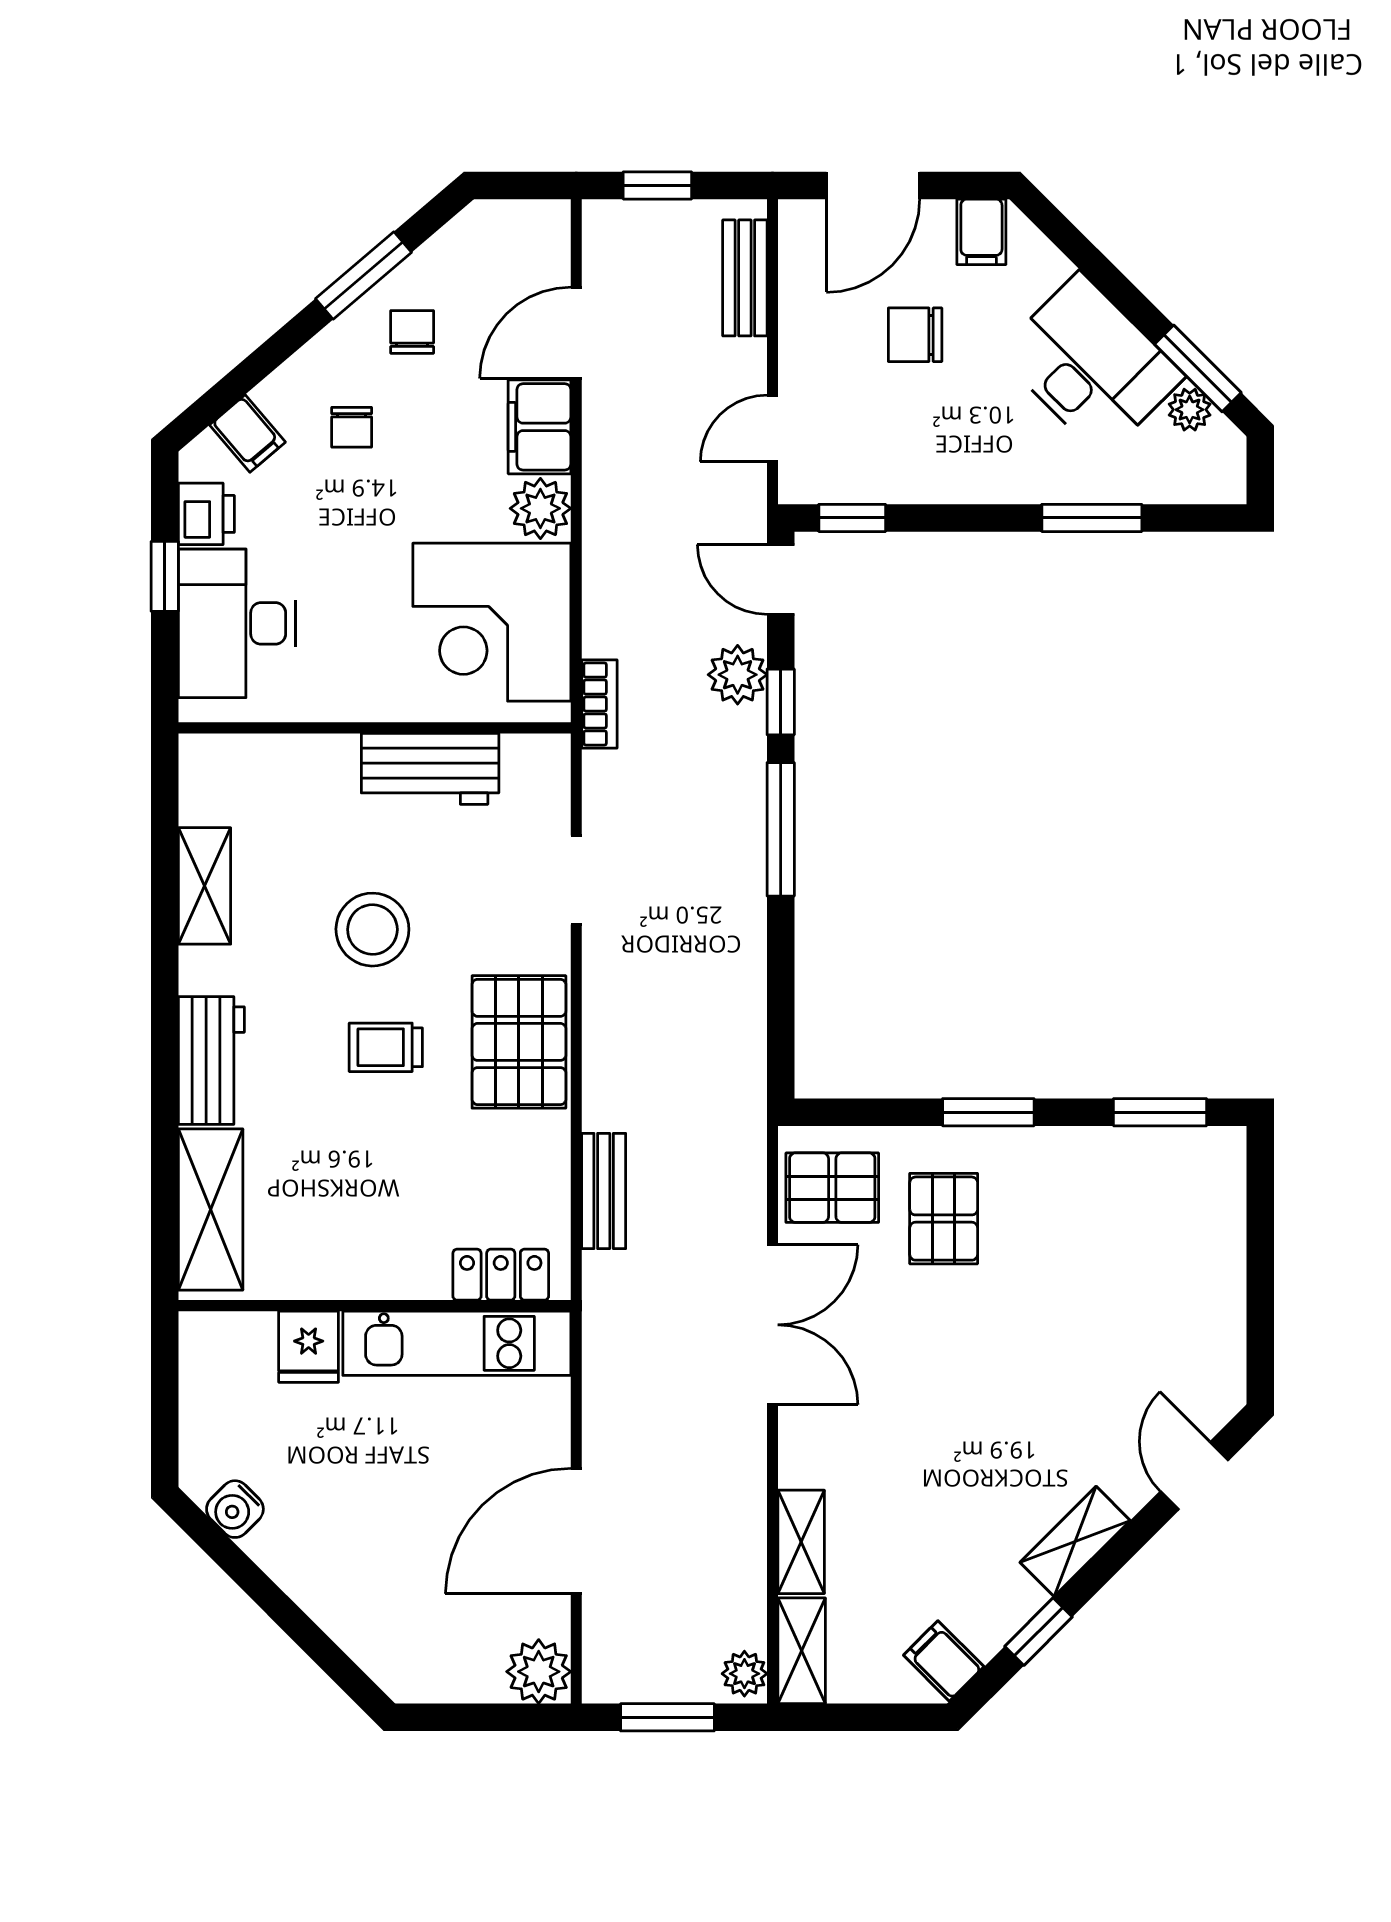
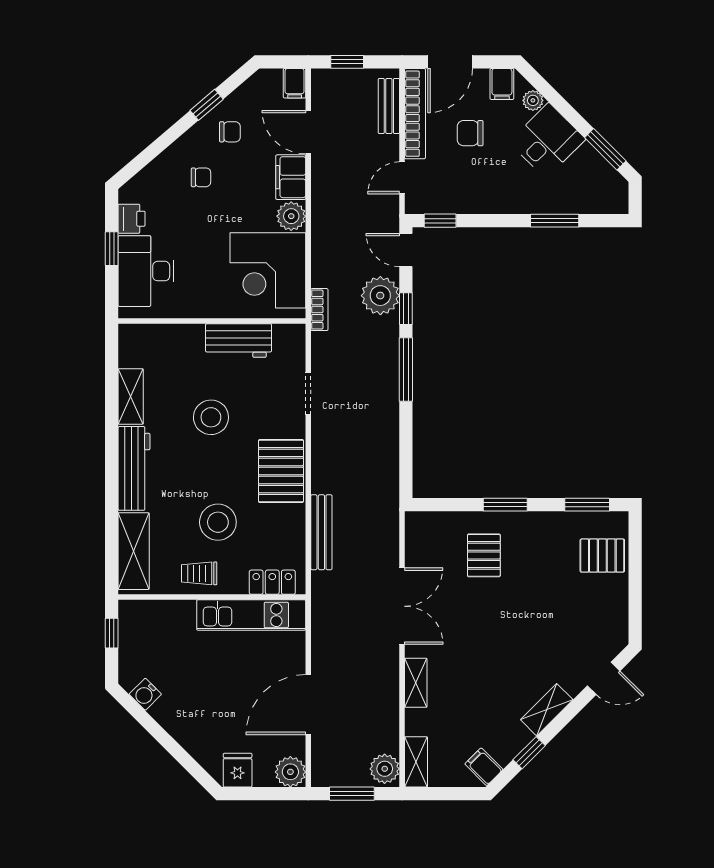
window: (363, 275) -> (207, 105), width x0.67
bookcase: (799, 294) -> (415, 114), added
chair: (412, 332) -> (230, 132), turned 90
door: (576, 333) -> (308, 132), hinge flipped
desk: (1091, 365) -> (547, 141), width x0.73
plant: (1190, 410) -> (533, 100), moved
chair: (352, 427) -> (201, 177), turned -90
filing cabinet: (248, 433) -> (295, 83), moved, turned 40
plant: (738, 675) -> (380, 296), width x1.36, depth x1.36
trolley: (386, 1047) -> (199, 573), moved
workbench: (211, 1061) -> (134, 468), width x1.38
stool: (387, 1149) -> (218, 522), added
pallet: (832, 1188) -> (602, 556), moved
bench: (604, 1191) -> (321, 532), width x1.36
fridge: (309, 1347) -> (238, 770), moved, turned 180
window: (165, 1381) -> (112, 633), added
door: (1194, 1476) -> (604, 678), swing flipped
shelving: (801, 1542) -> (416, 683), moved
plant: (744, 1674) -> (385, 769), width x1.38, depth x1.38

